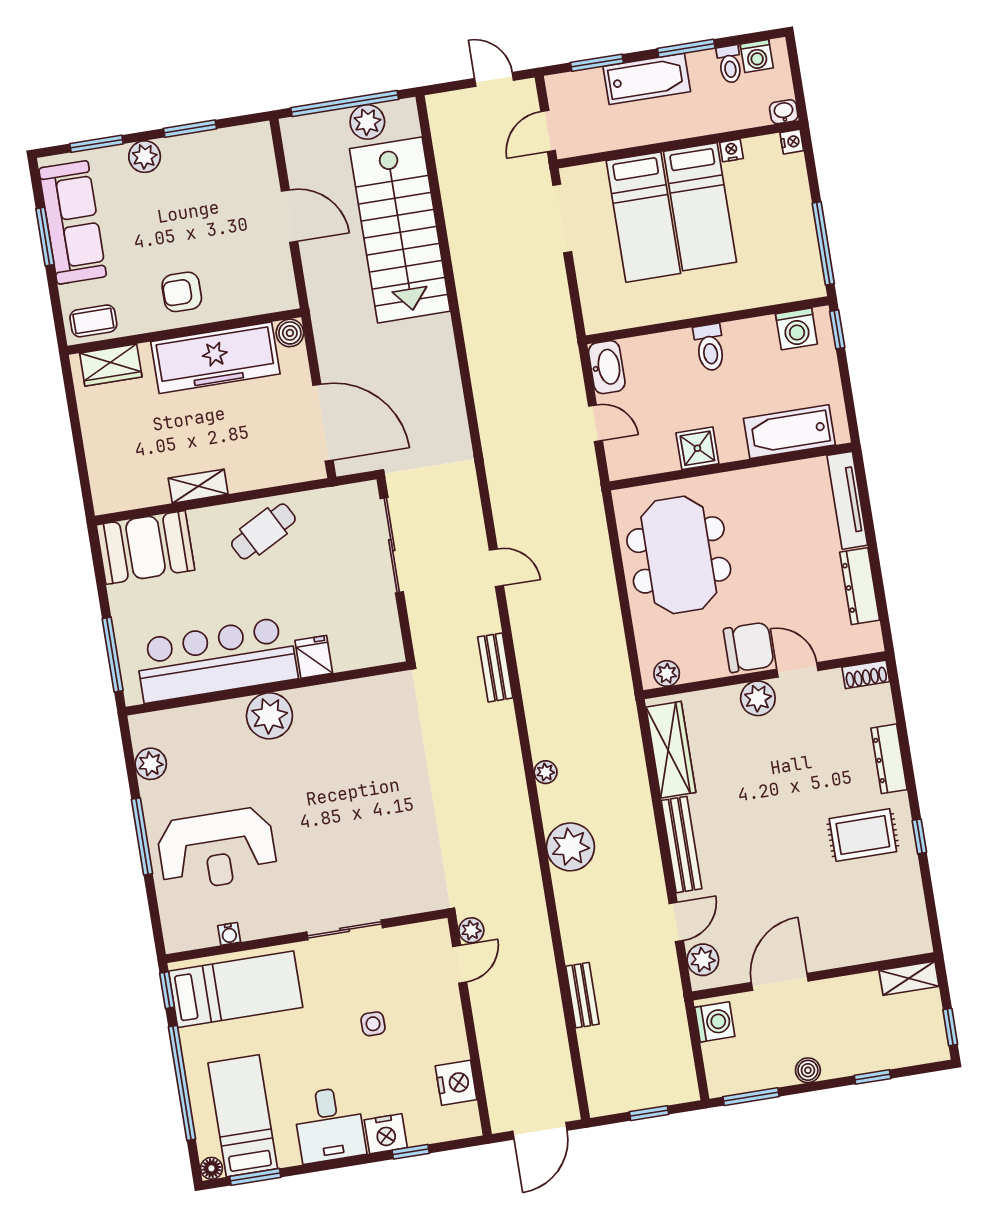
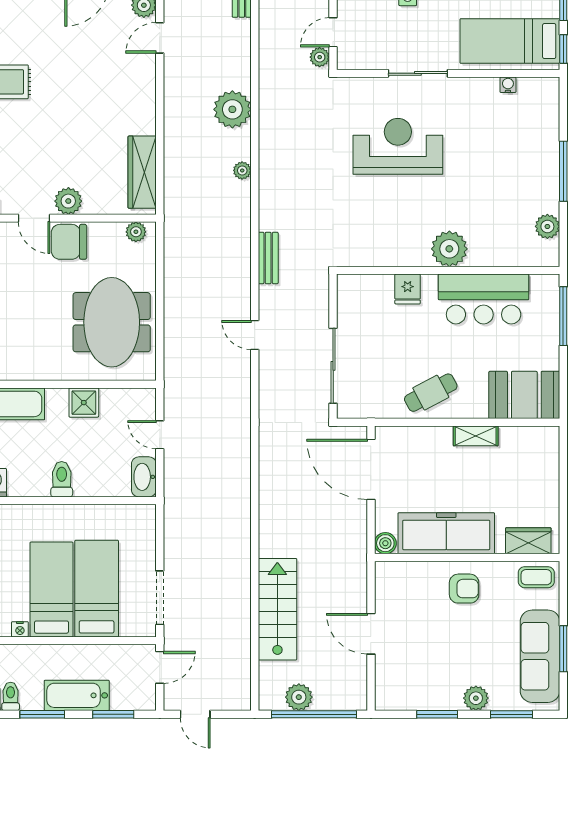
stairs: (400, 230) -> (277, 609), width x0.73, depth x0.66
bar counter: (216, 660) -> (484, 299), width x0.73
bench: (681, 845) -> (146, 97), removed
reception desk: (217, 849) -> (398, 146), moved

